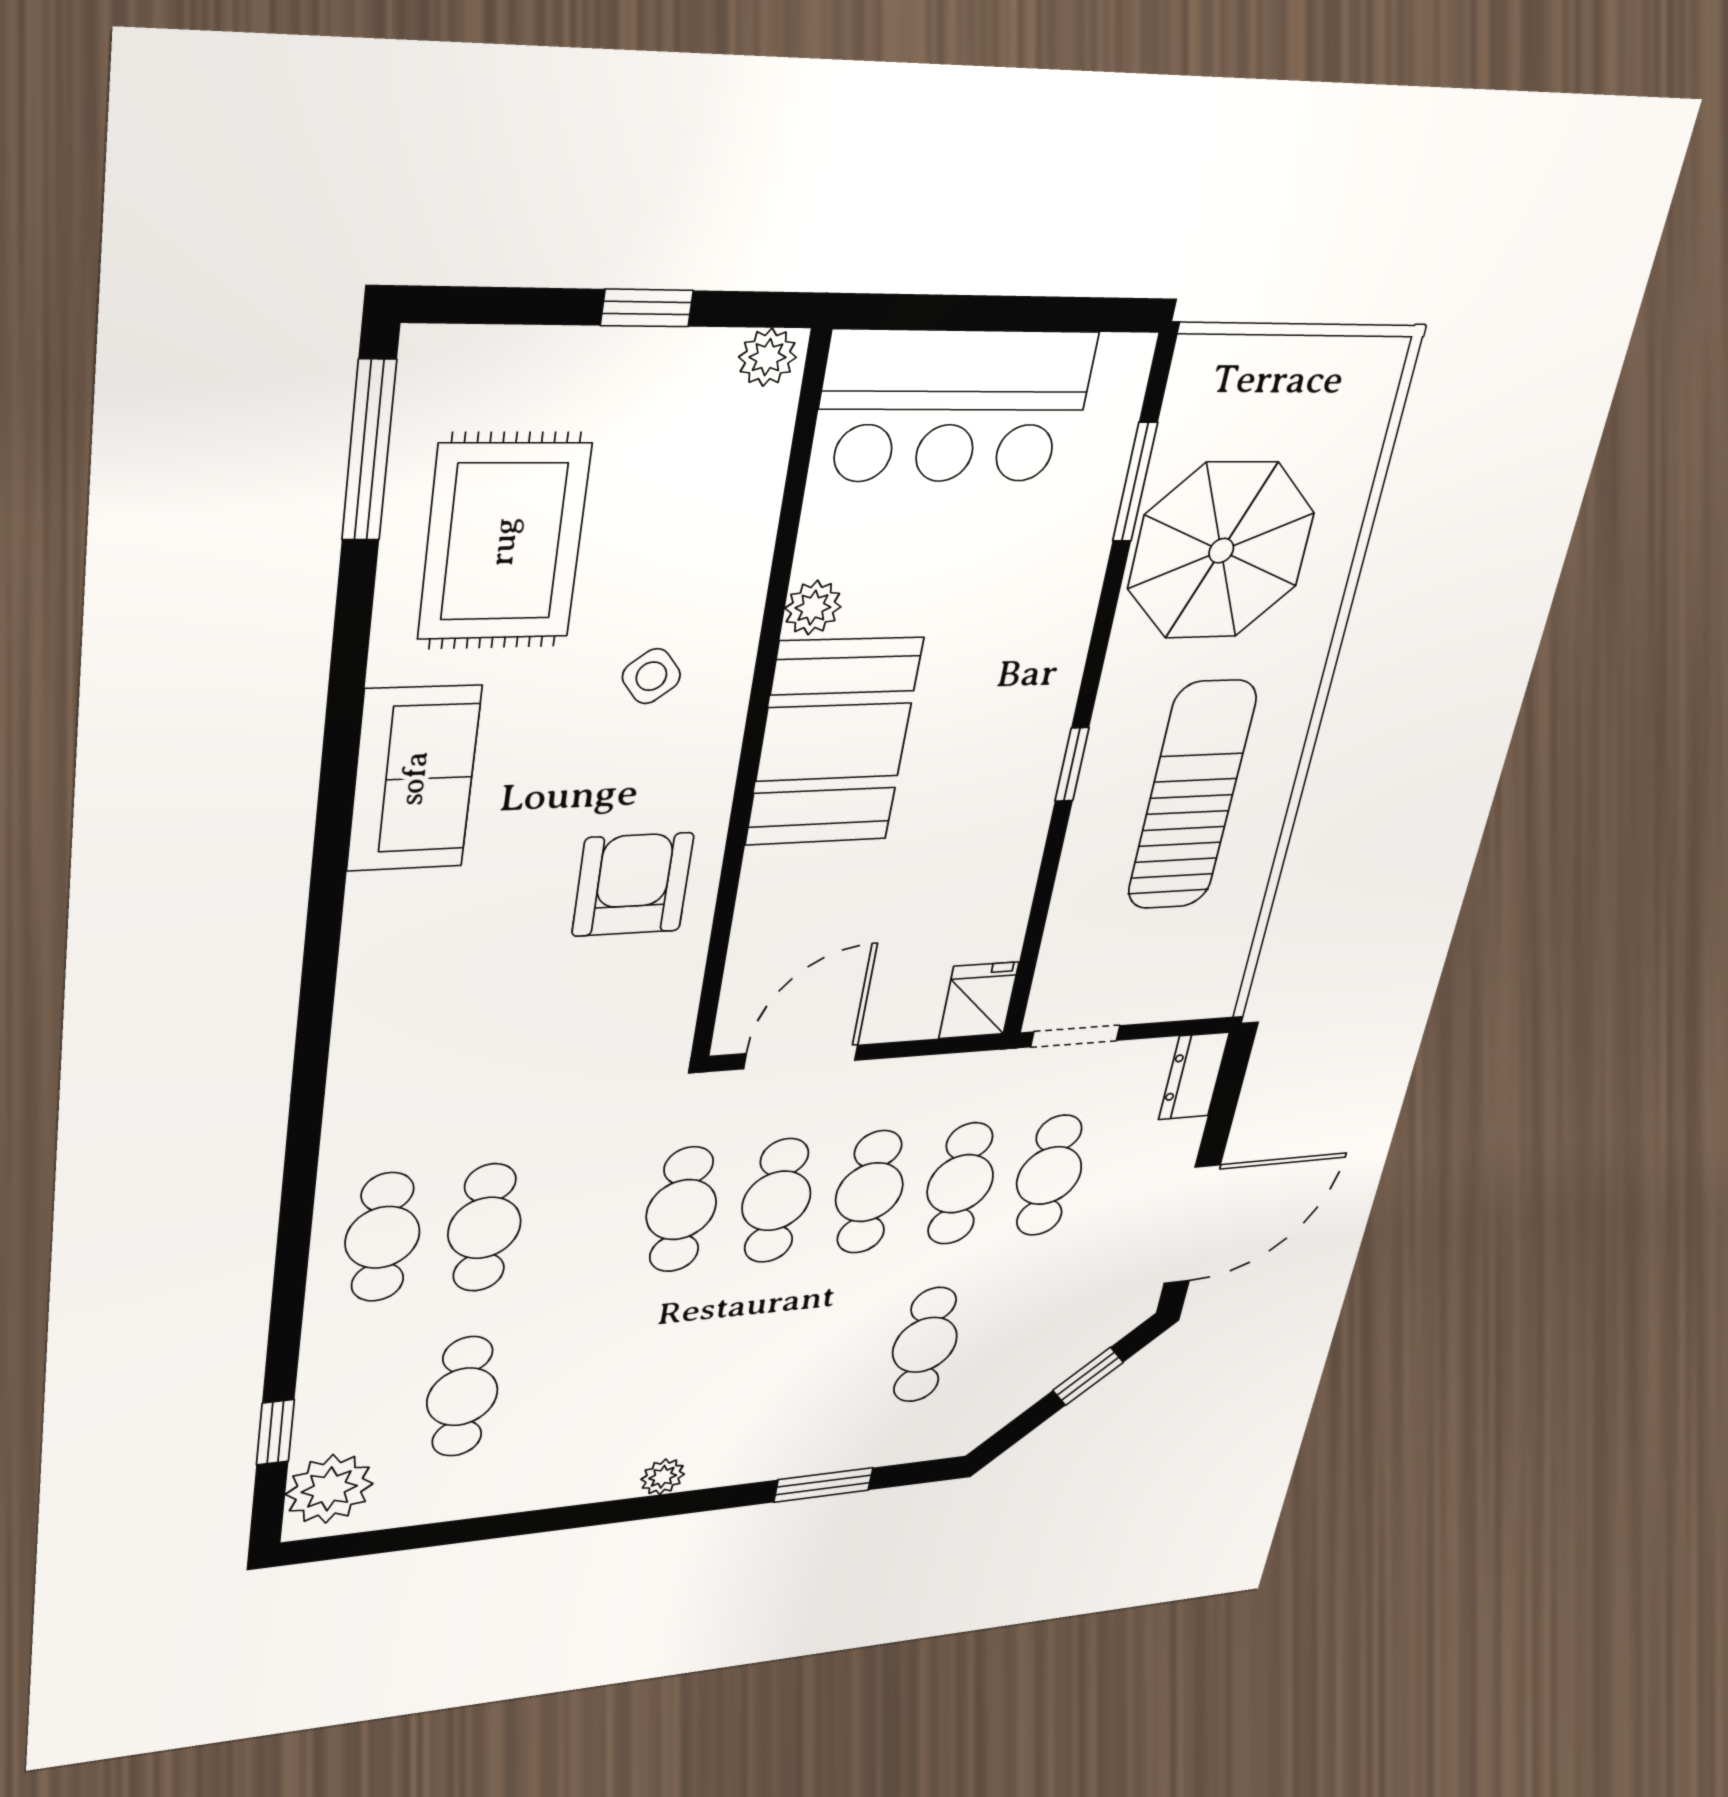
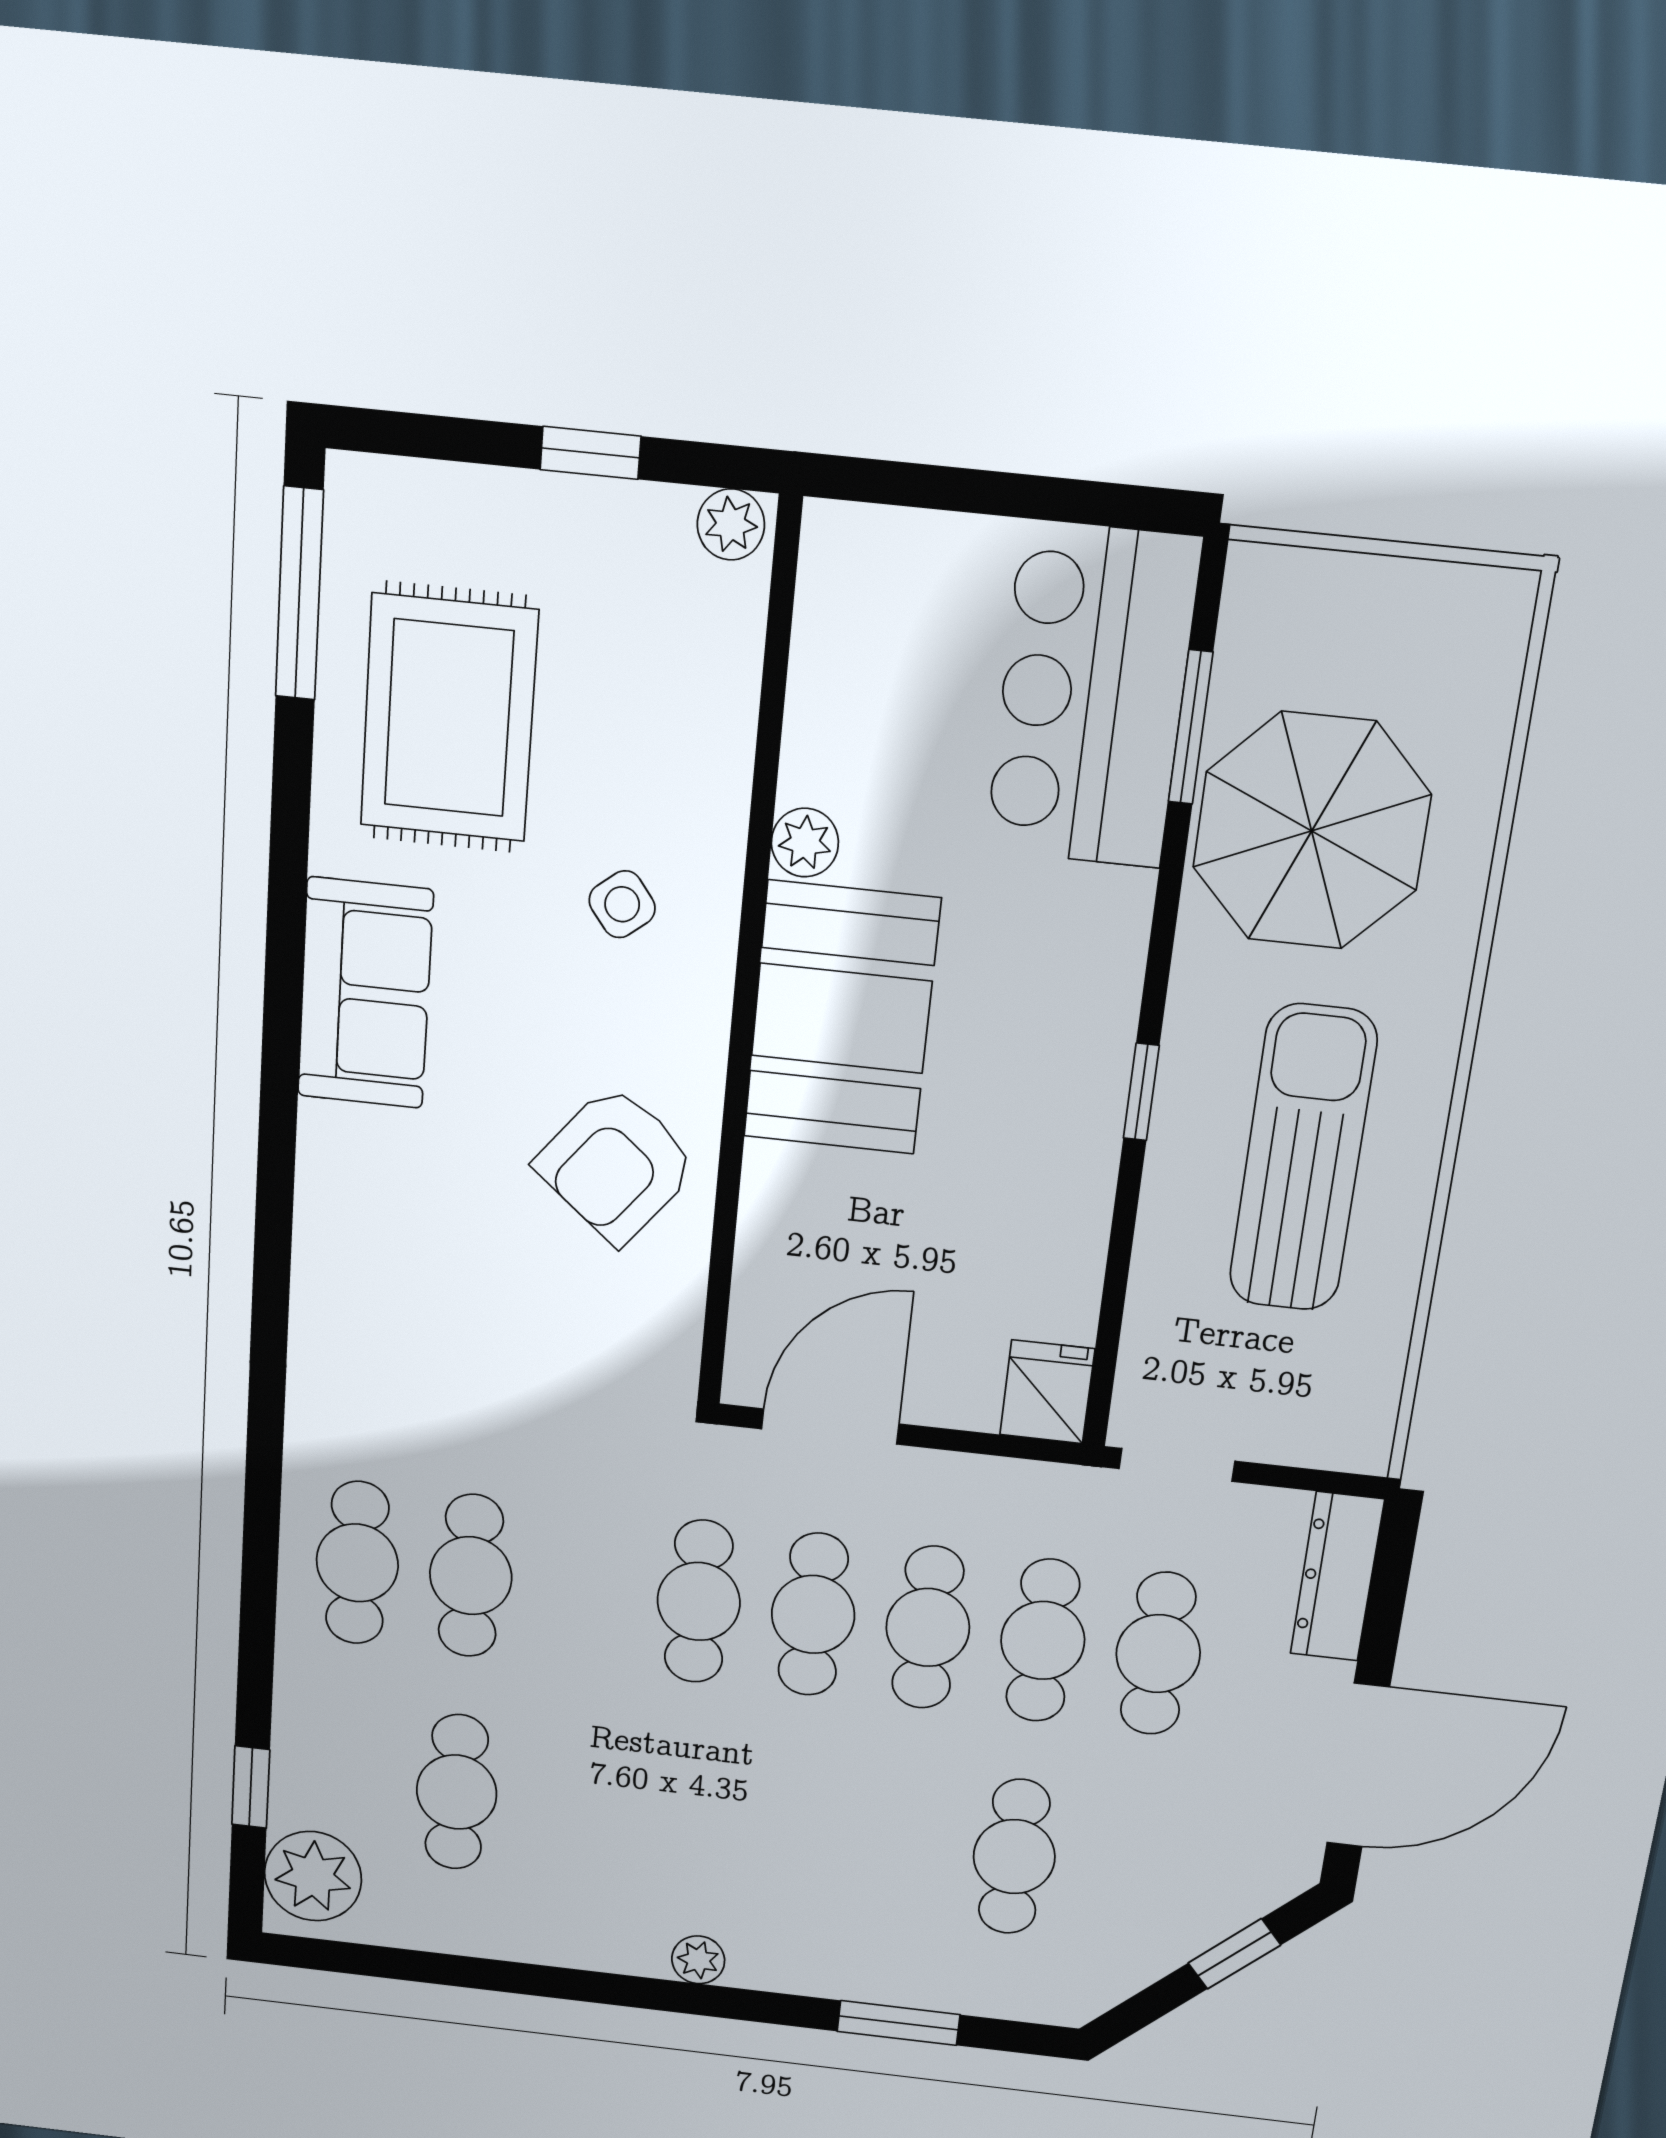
bar counter: (953, 407) -> (1092, 696), moved, turned 90
armchair: (633, 885) -> (616, 1165), turned -141
dresser: (1194, 1076) -> (1337, 1577), width x1.44

